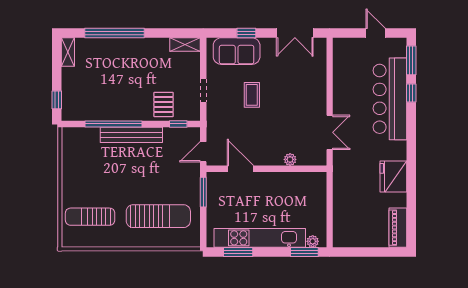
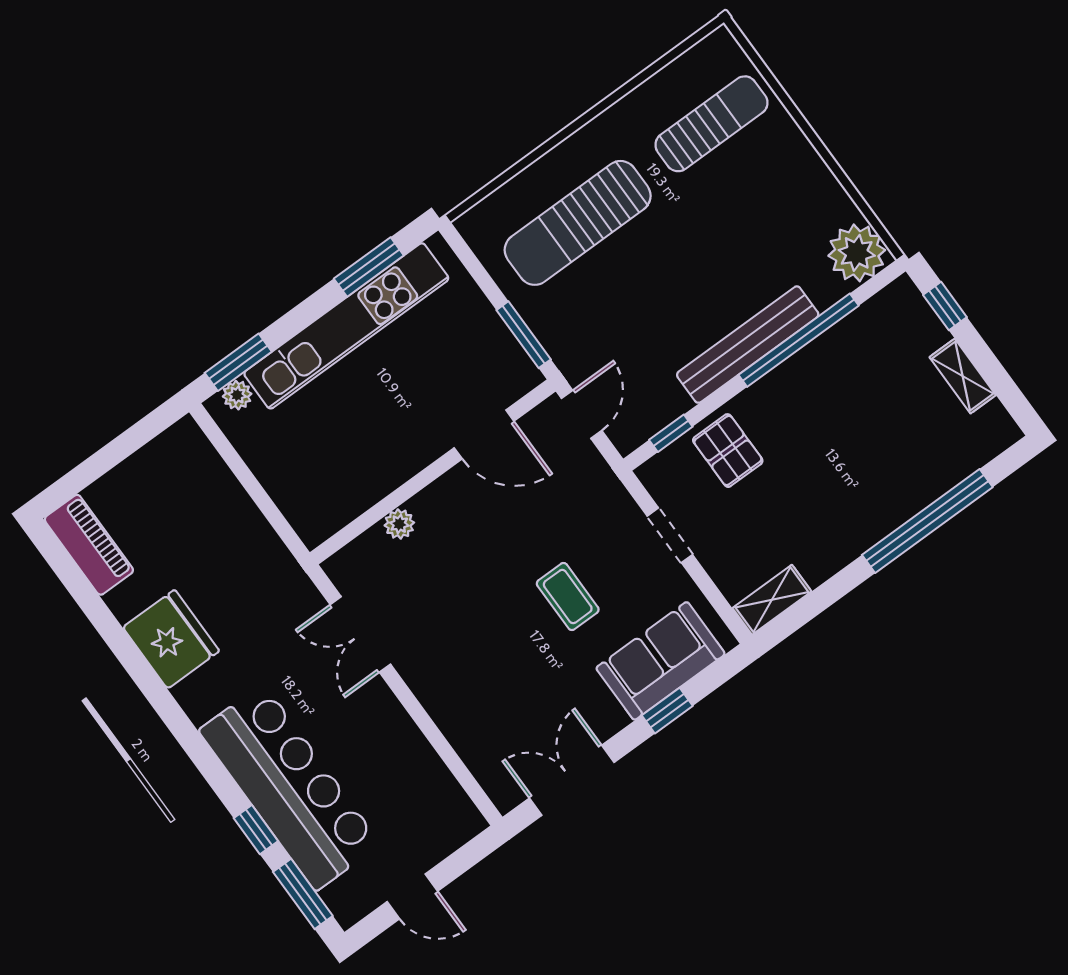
shelving: (68, 52) -> (963, 376), moved
plant: (73, 139) -> (857, 253), added

